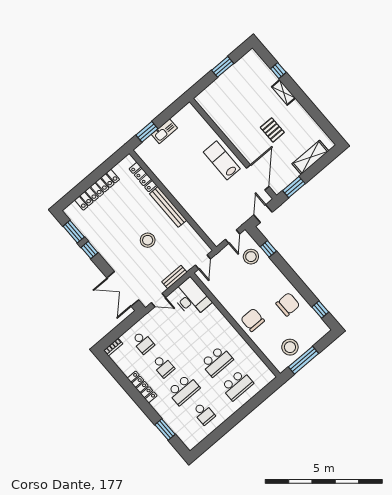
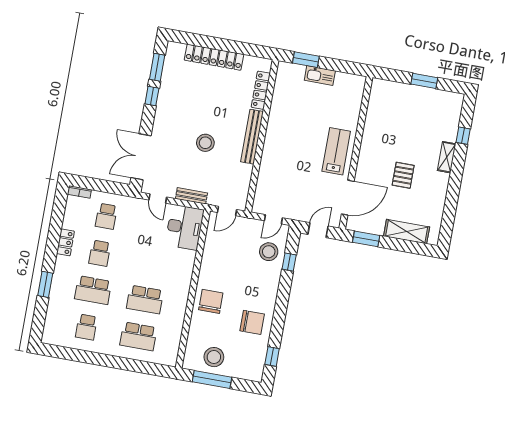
locker: (142, 387) -> (65, 242), width x0.66
window: (165, 430) -> (45, 284), moved

